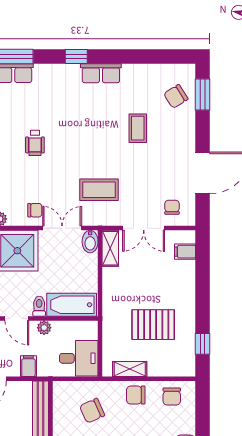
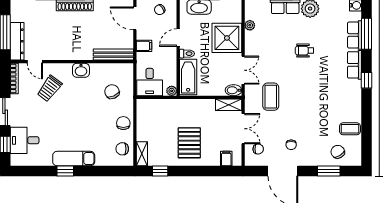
row of seats: (101, 73) -> (354, 65), moved
window: (203, 95) -> (329, 171), moved
coffee table: (138, 128) -> (350, 129), moved
chair: (35, 210) -> (291, 145), moved
double door: (144, 228) -> (243, 129), swing flipped
pallet: (153, 325) -> (189, 143), moved
plant: (44, 328) -> (172, 91), moved
shelving: (130, 369) -> (142, 154), moved

